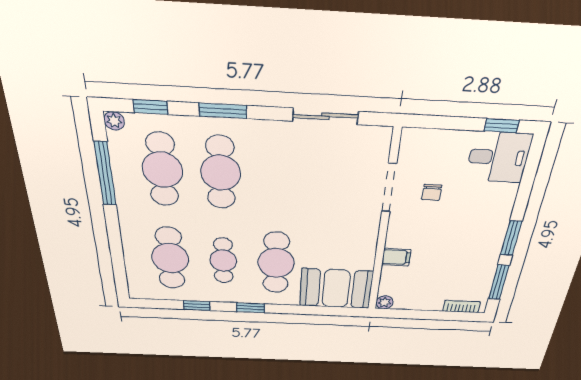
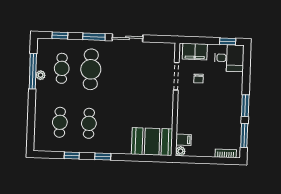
sliding door: (325, 116) -> (127, 38), moved
plant: (114, 121) -> (41, 75), moved
filing cabinet: (431, 144) -> (195, 52), added
cafe table: (162, 170) -> (62, 68), width x0.73, depth x0.74
filing cabinet: (396, 257) -> (183, 140), moved
cafe table: (170, 258) -> (60, 122), width x0.73, depth x0.74
cafe table: (276, 263) -> (118, 124), removed

